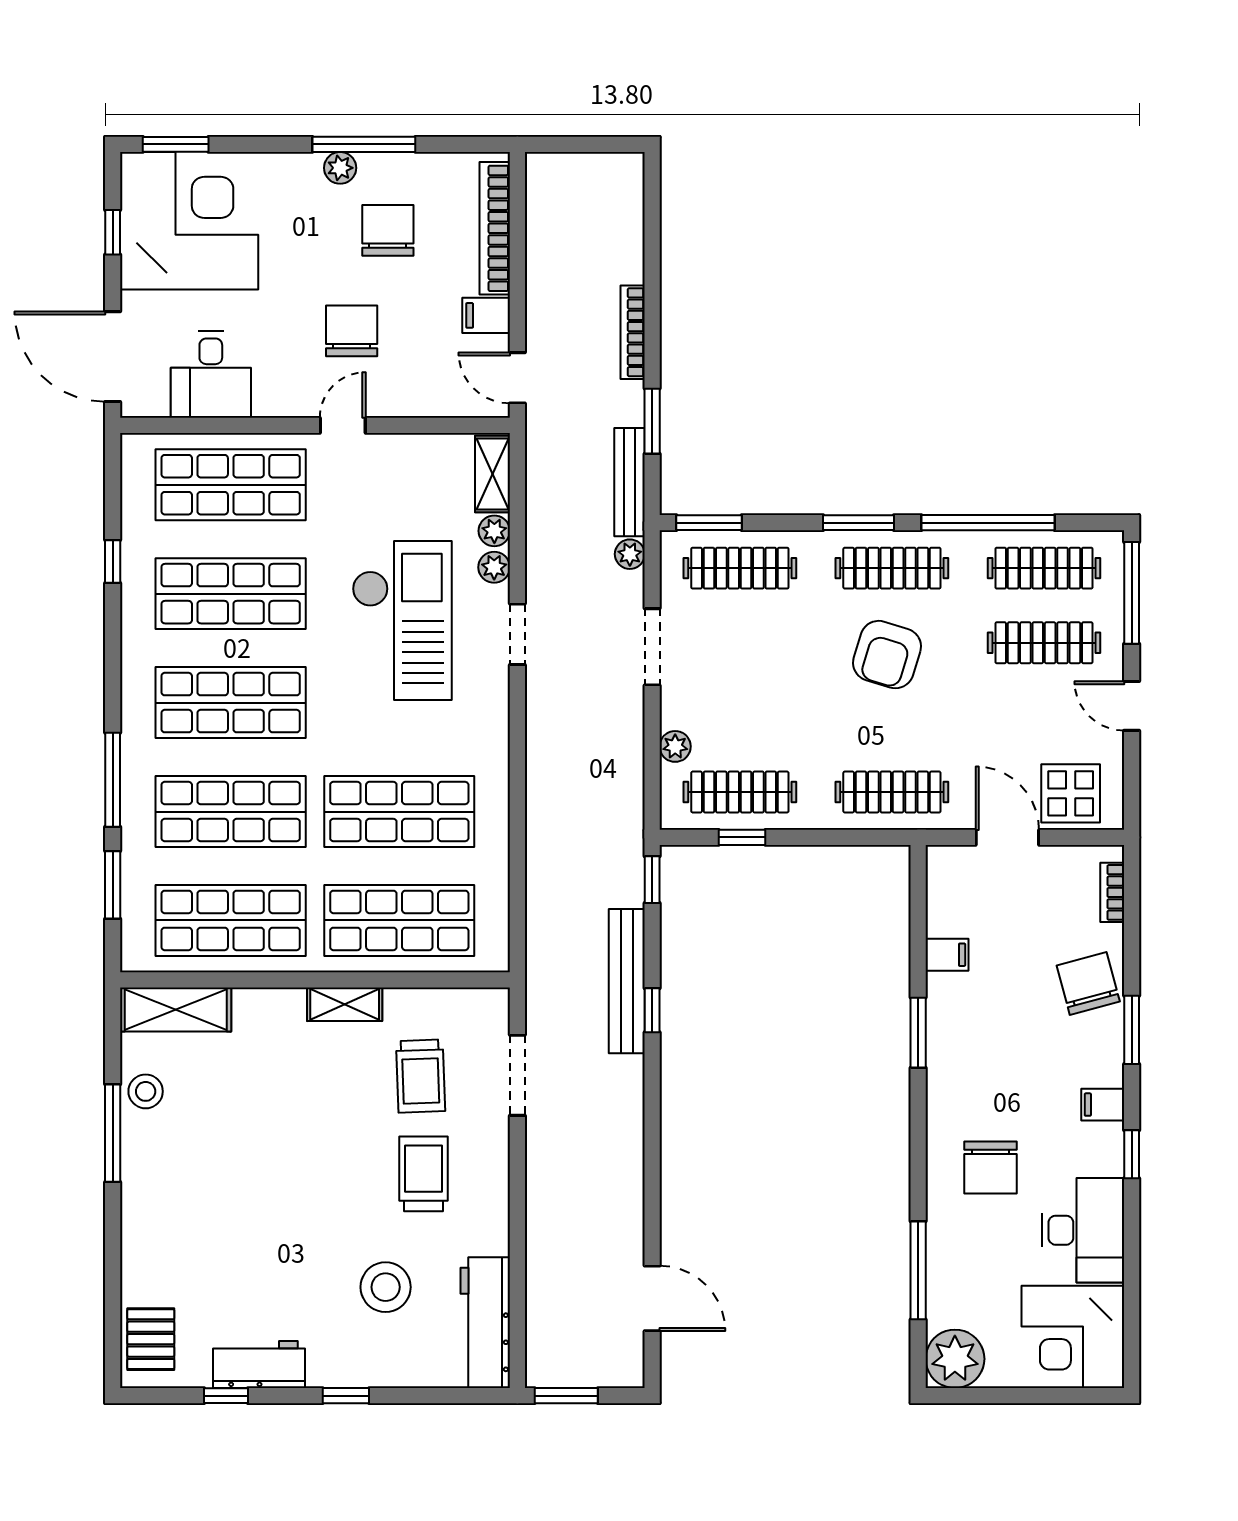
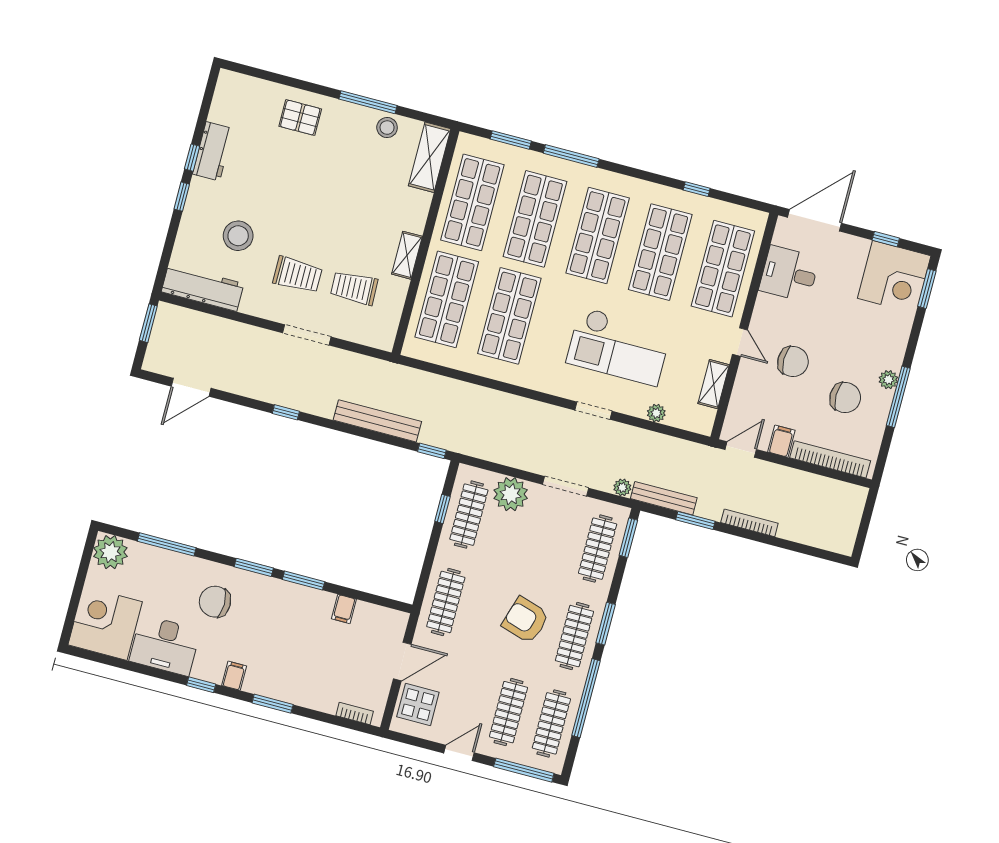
corner desk: (189, 221) -> (894, 277), width x0.74, depth x0.74
shelving: (493, 474) -> (714, 384), moved, turned 90
plant: (494, 567) -> (635, 407), removed
plant: (675, 746) -> (511, 494), width x1.88, depth x1.88
chair: (1088, 984) -> (306, 686), removed
window: (652, 1010) -> (286, 412), moved
doorway: (517, 1075) -> (307, 335), moved
window: (918, 1119) -> (254, 567), added
pallet: (151, 1339) -> (300, 118), moved
window: (226, 1396) -> (192, 158), moved

